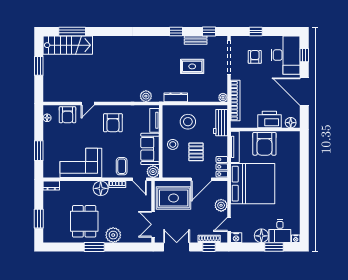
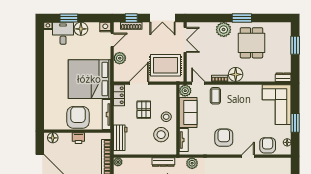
printer: (269, 120) -> (78, 138), width x0.53, depth x0.68
stool: (188, 122) -> (161, 135), moved
window: (39, 151) -> (295, 123), moved
corner sofa: (81, 163) -> (277, 105), moved, turned 90

